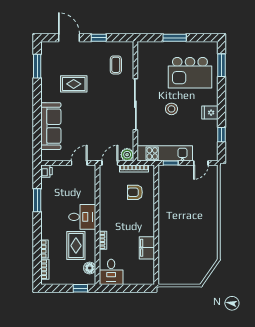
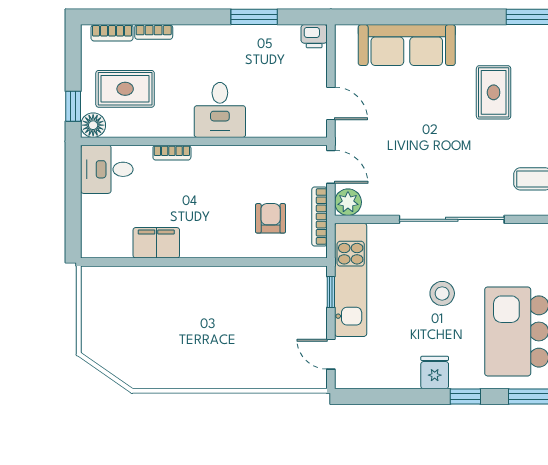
window: (222, 135) -> (465, 397), moved
rug: (76, 246) -> (125, 89), moved
floor lamp: (90, 268) -> (93, 125), moved

